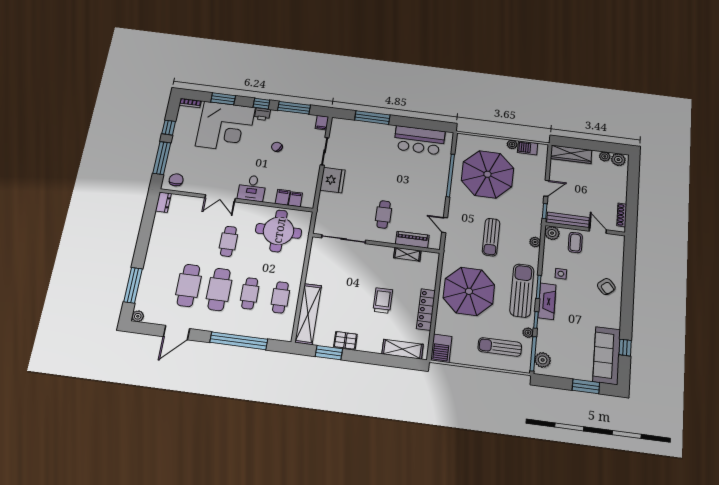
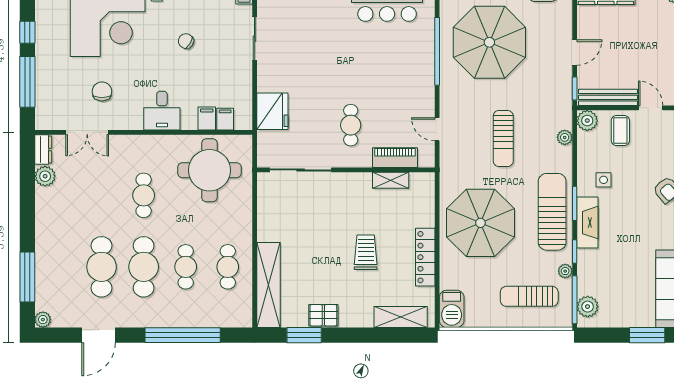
chair: (176, 180) -> (102, 91), moved
fridge: (333, 180) -> (272, 111), moved
double door: (220, 198) -> (87, 132), moved
plant: (161, 220) -> (45, 176), added

